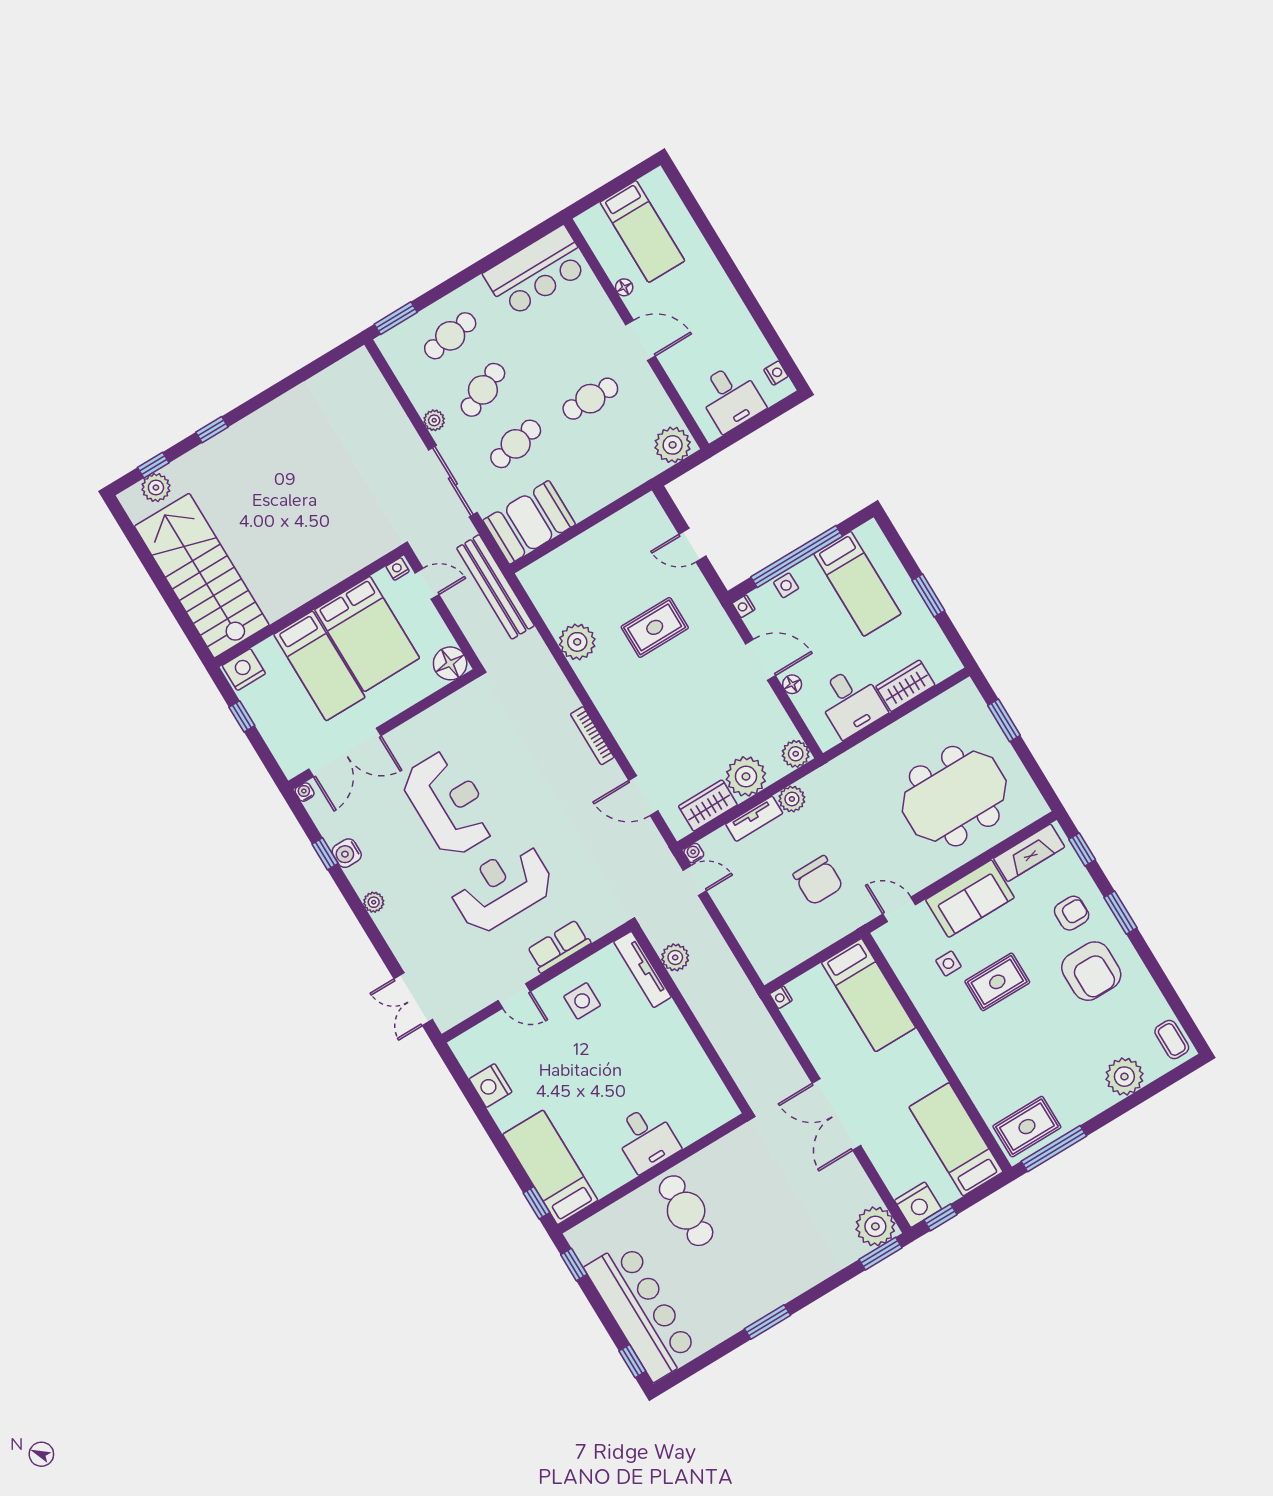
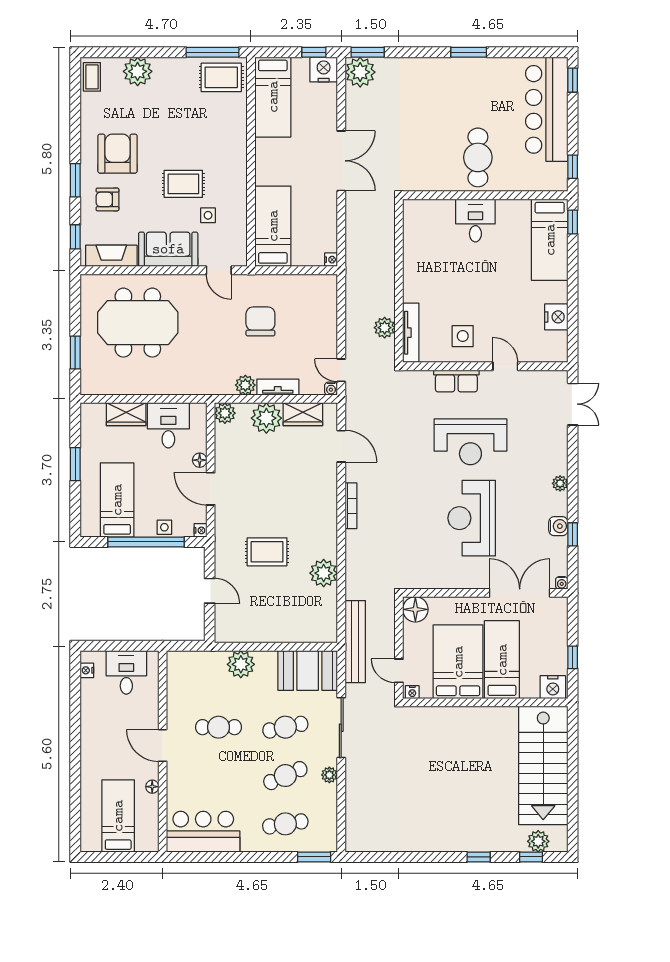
plant: (673, 445) -> (241, 664), moved

